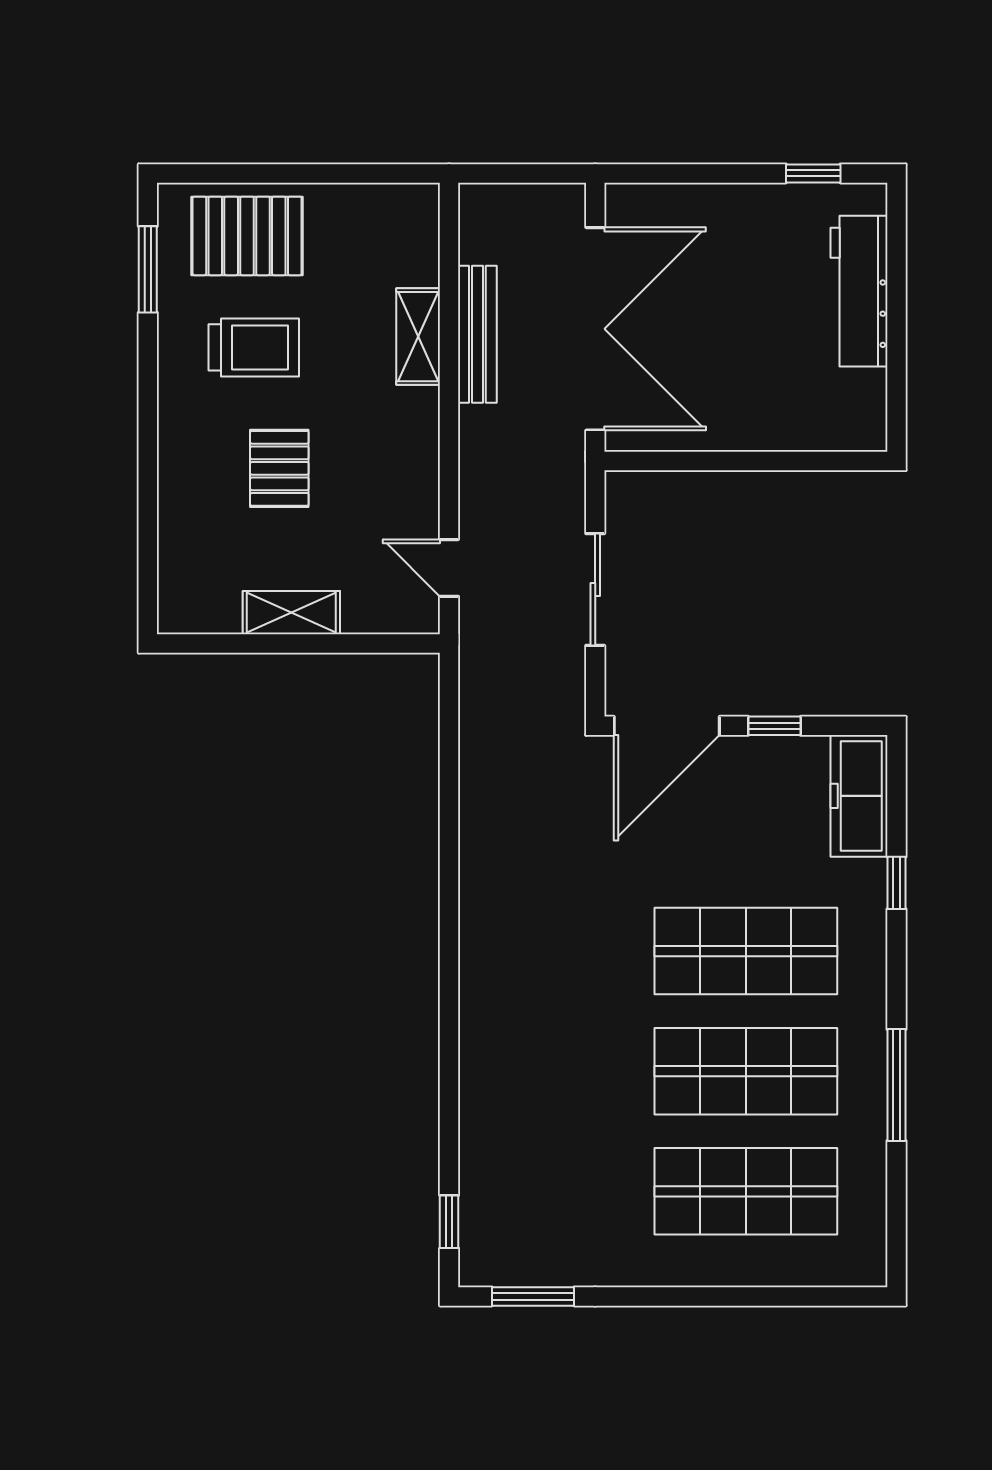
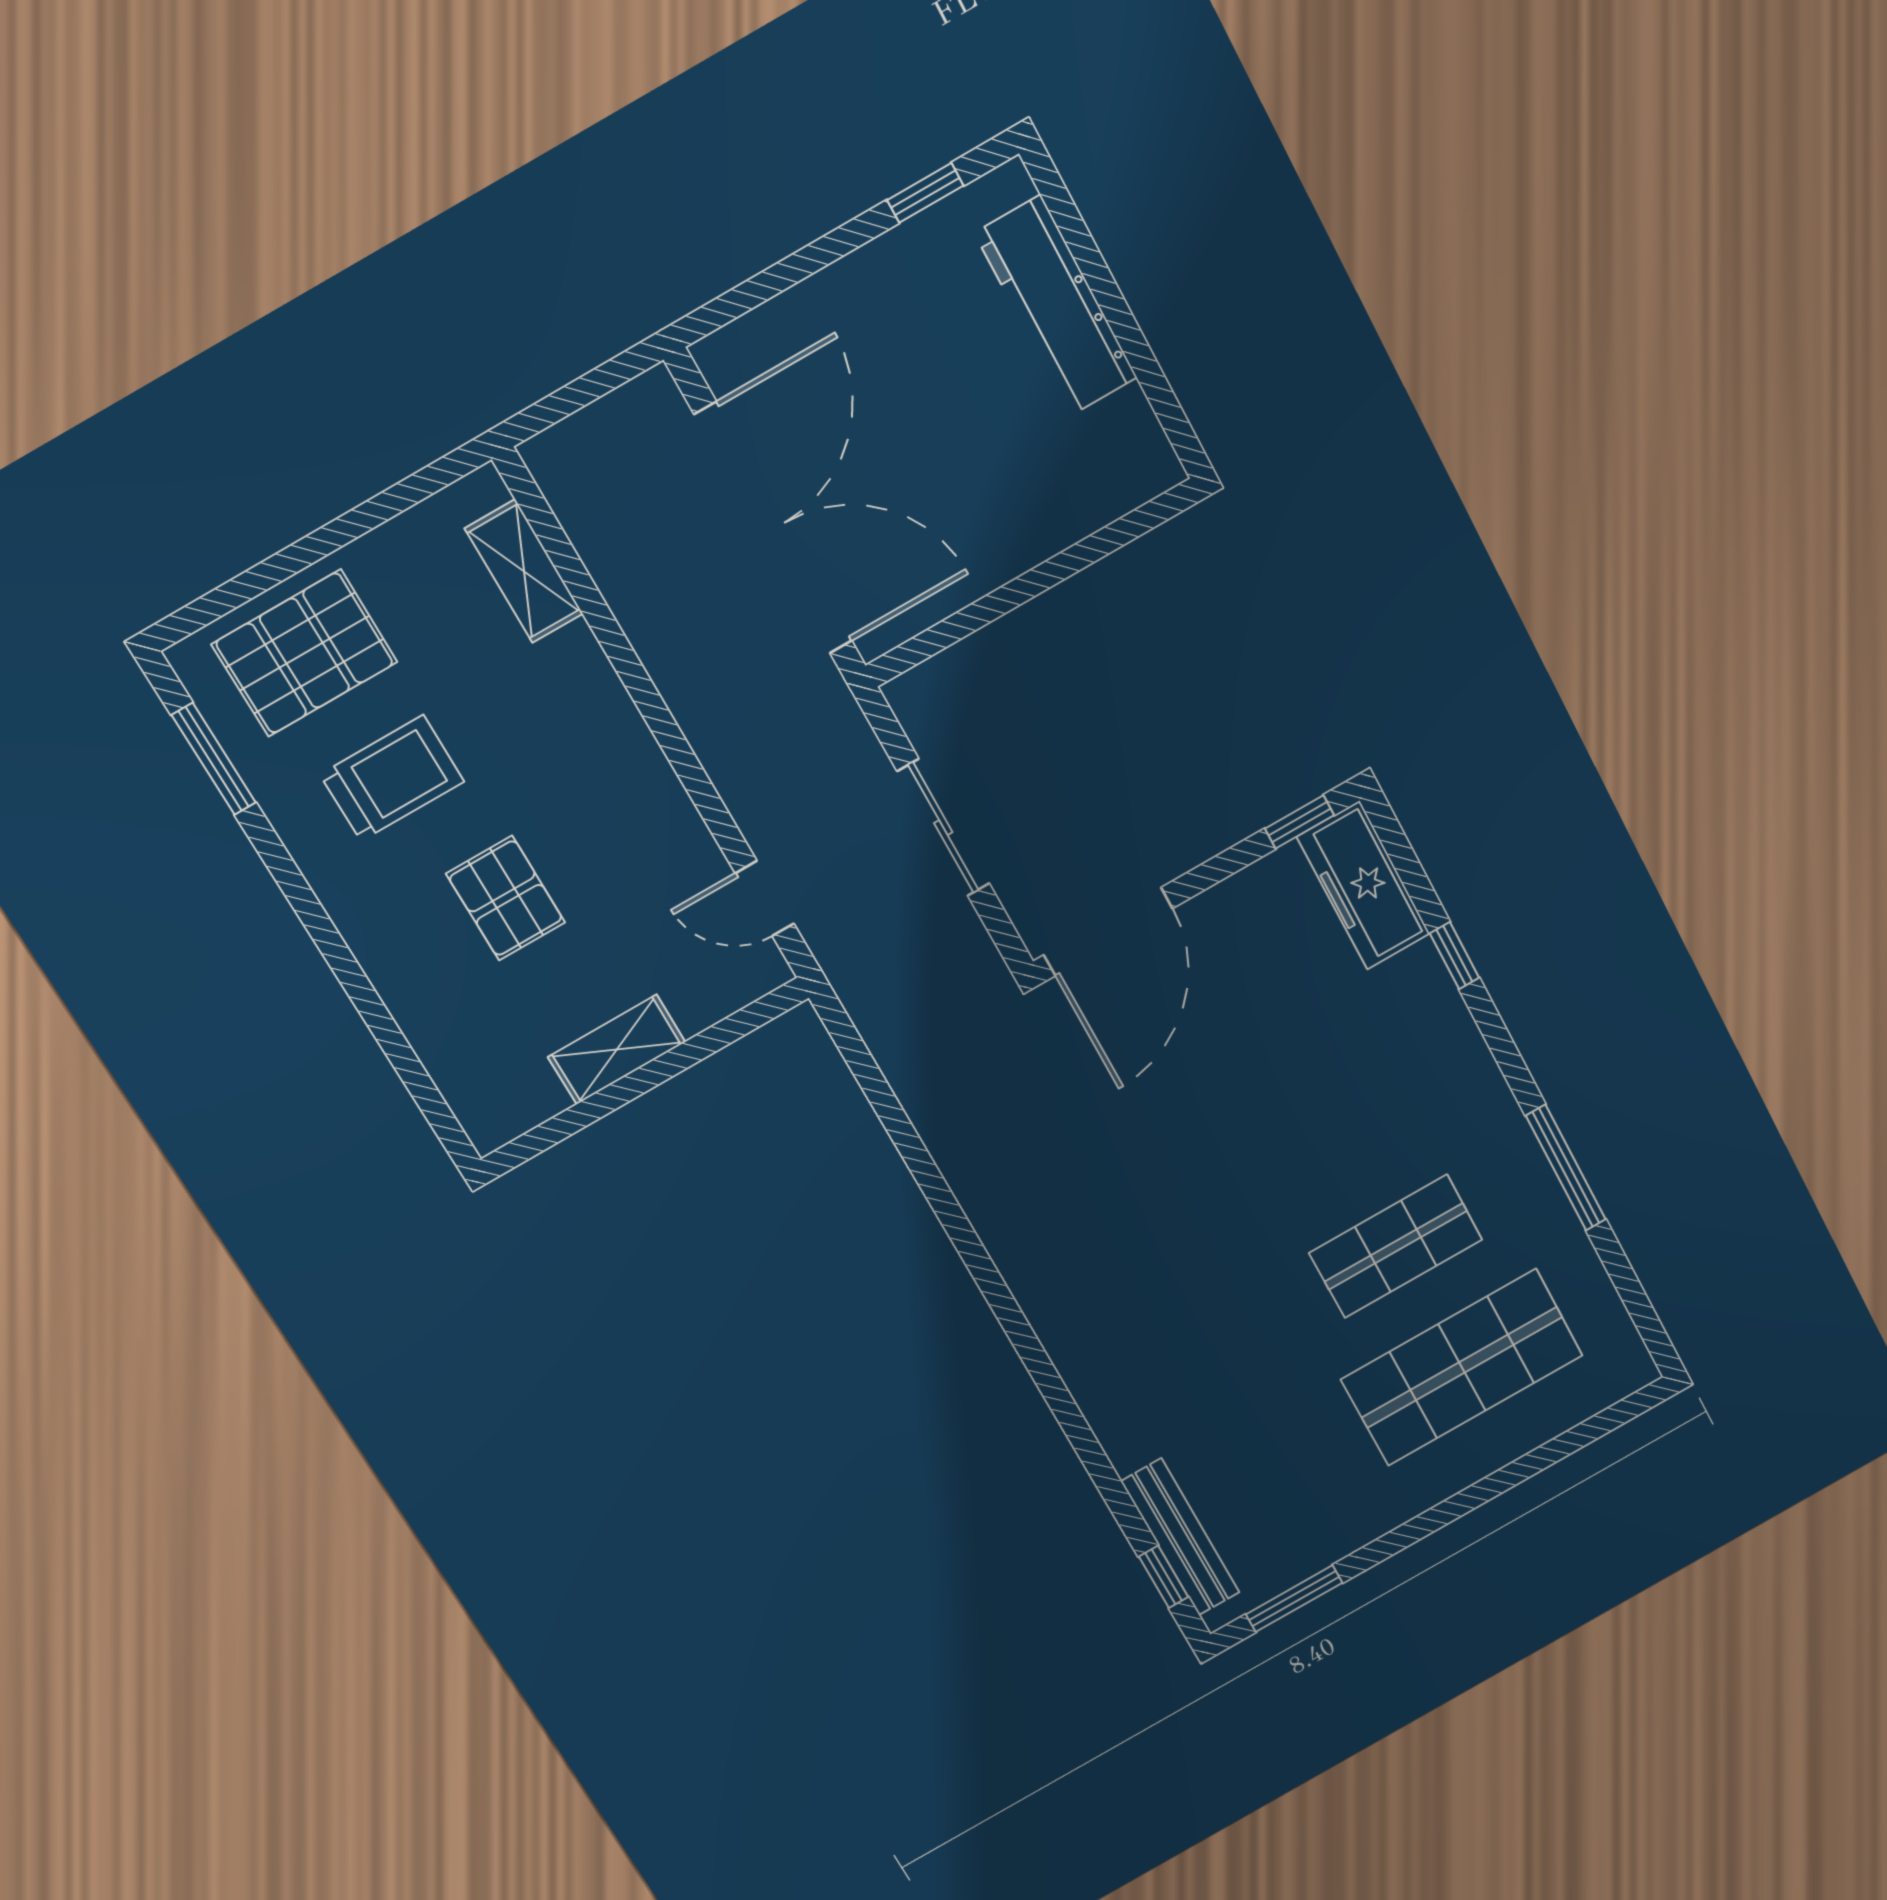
bench: (477, 334) -> (1180, 1537), moved
shelving: (418, 337) -> (524, 571), moved
window: (774, 726) -> (1300, 822), moved
shop shelf: (746, 951) -> (1328, 1122), removed
shop shelf: (746, 1071) -> (1396, 1246), width x0.70, depth x0.74

